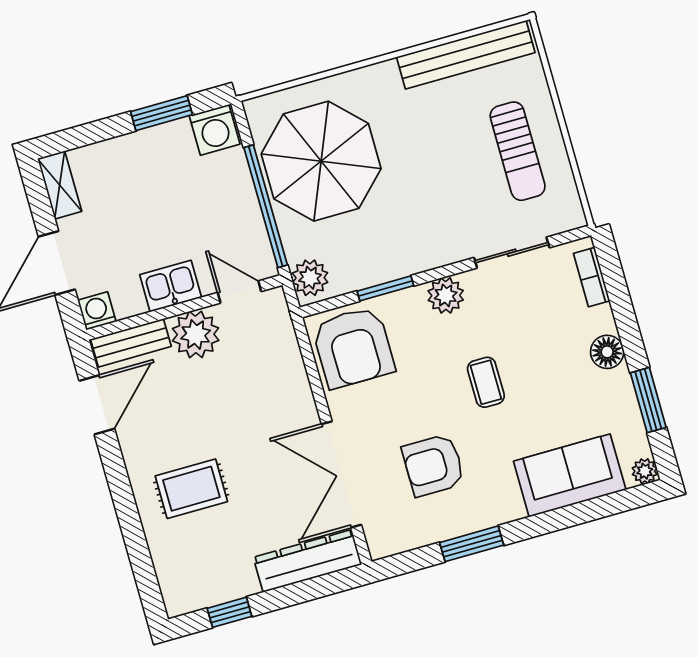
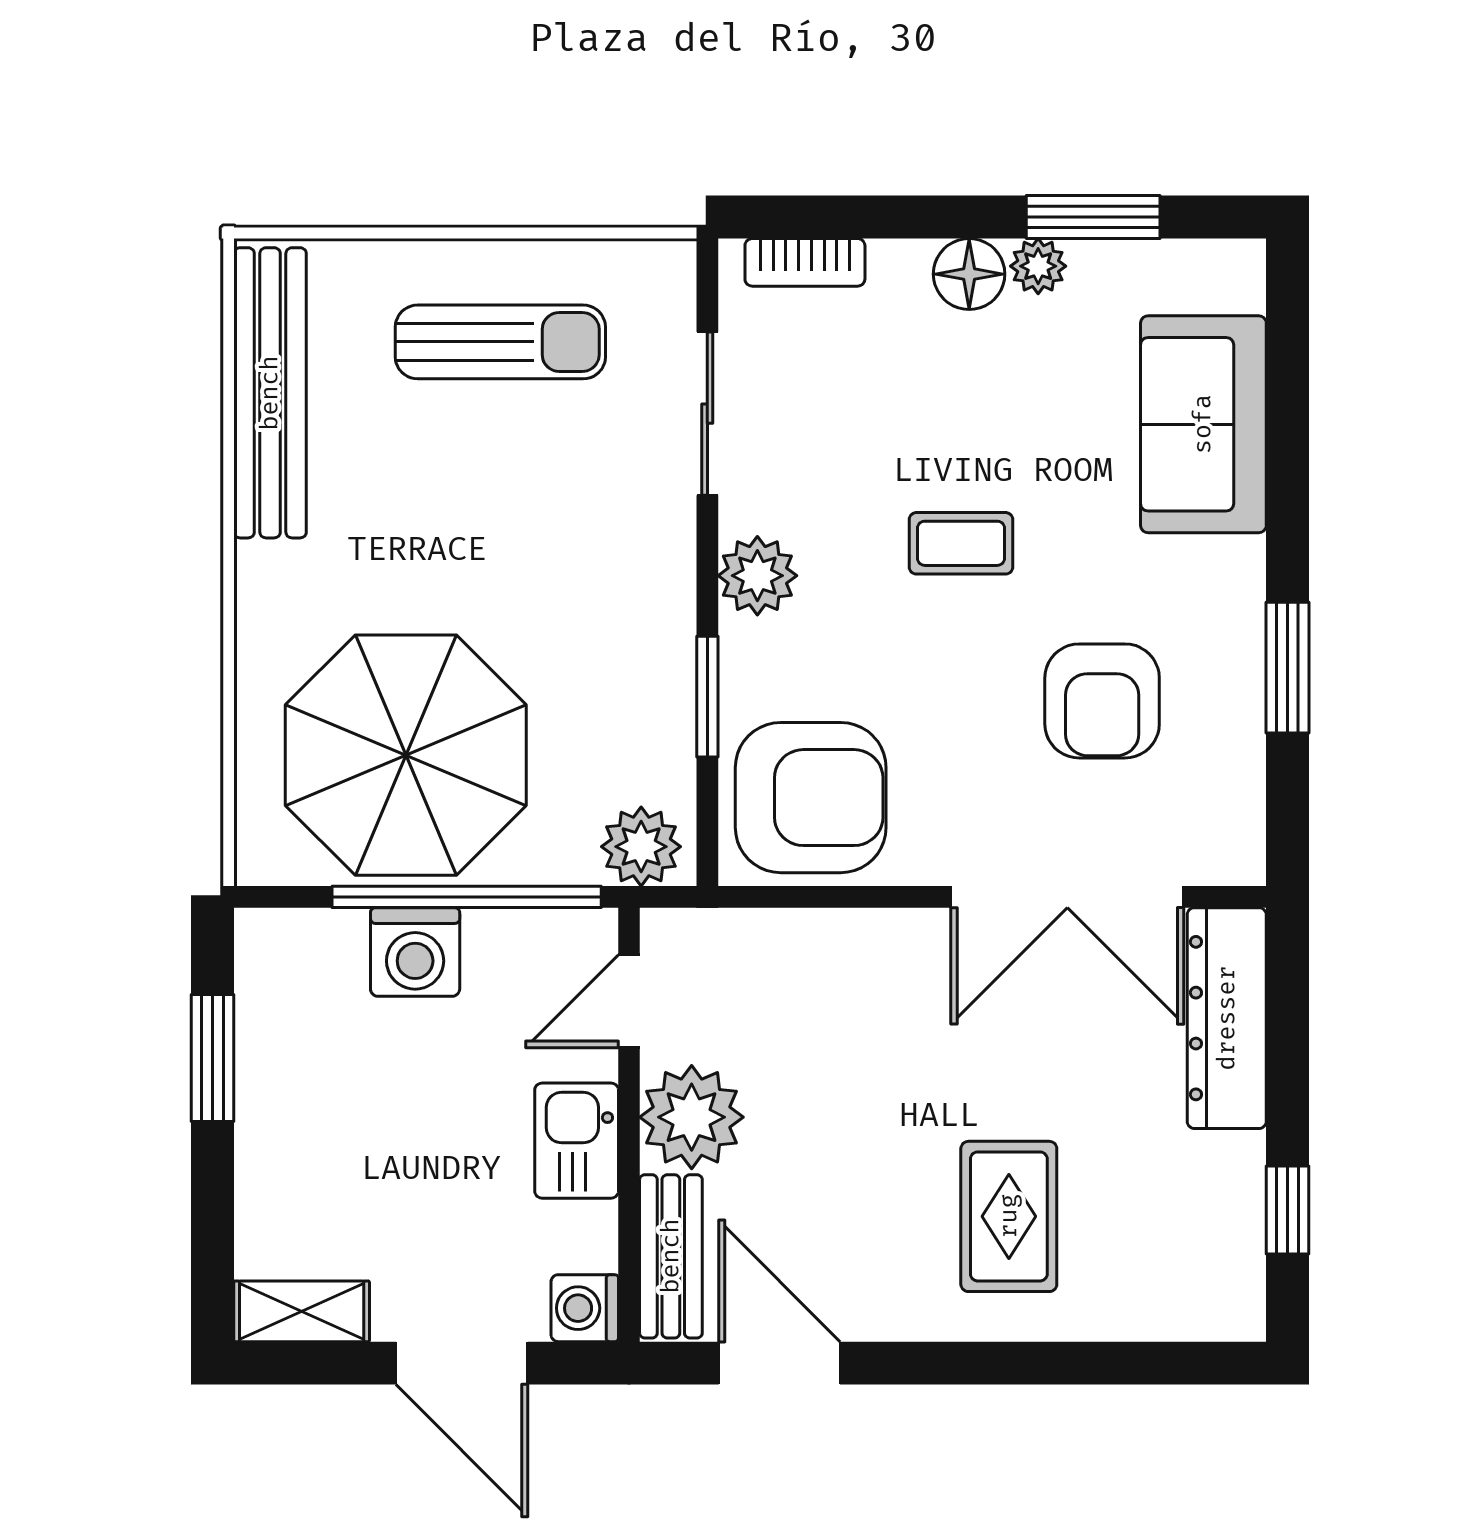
washing machine: (215, 130) -> (415, 952), moved, turned 90
plant: (645, 471) -> (1038, 266), moved

